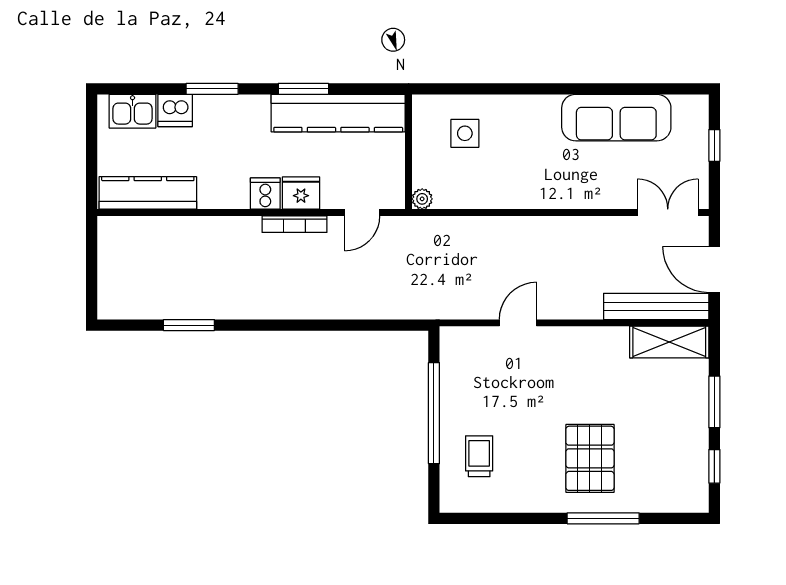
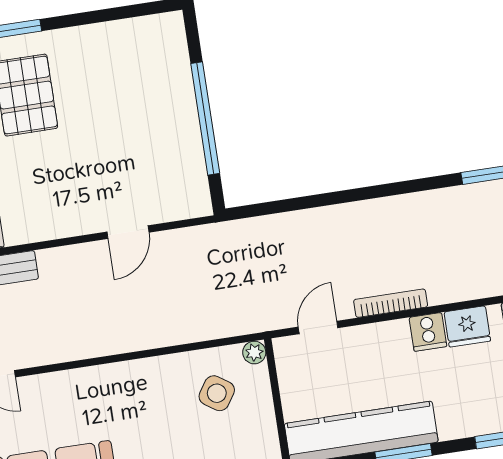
side table: (465, 133) -> (217, 393), moved, turned 34
fridge: (301, 193) -> (467, 326), moved
trolley: (479, 456) -> (148, 79), removed

